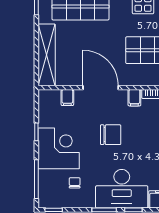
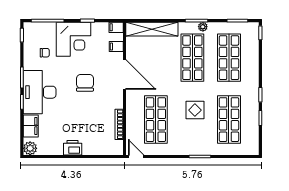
door: (101, 88) -> (124, 74), hinge flipped
filing cabinet: (134, 98) -> (116, 27), moved
chair: (111, 135) -> (85, 83), turned 180

